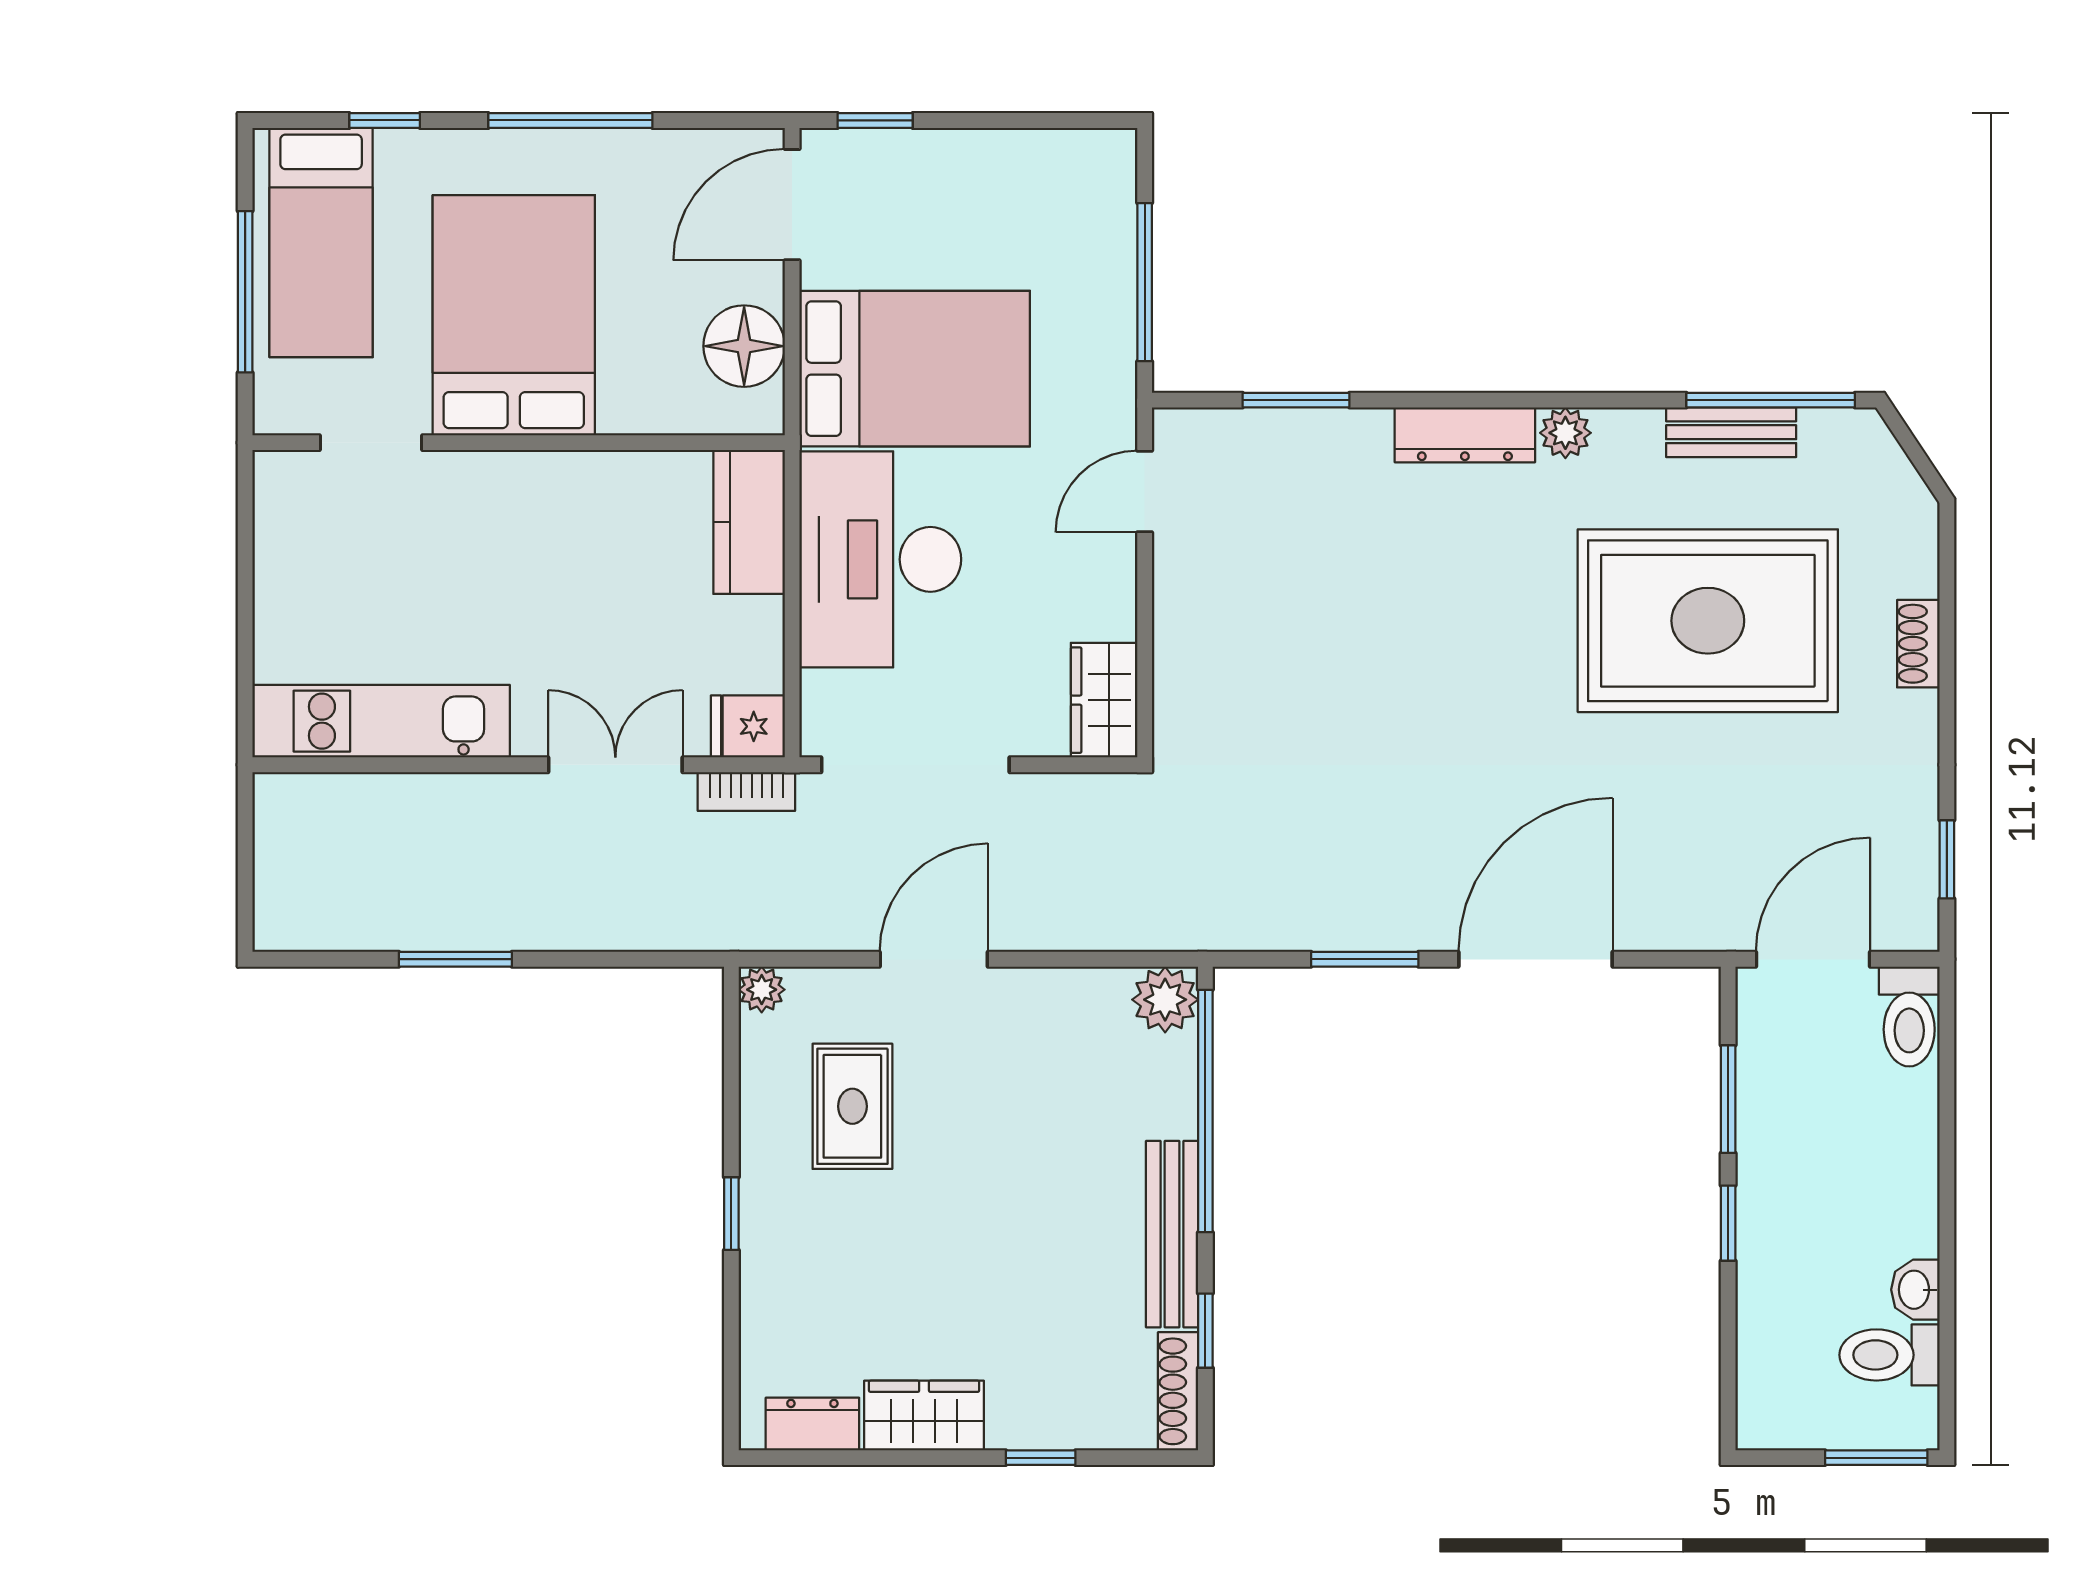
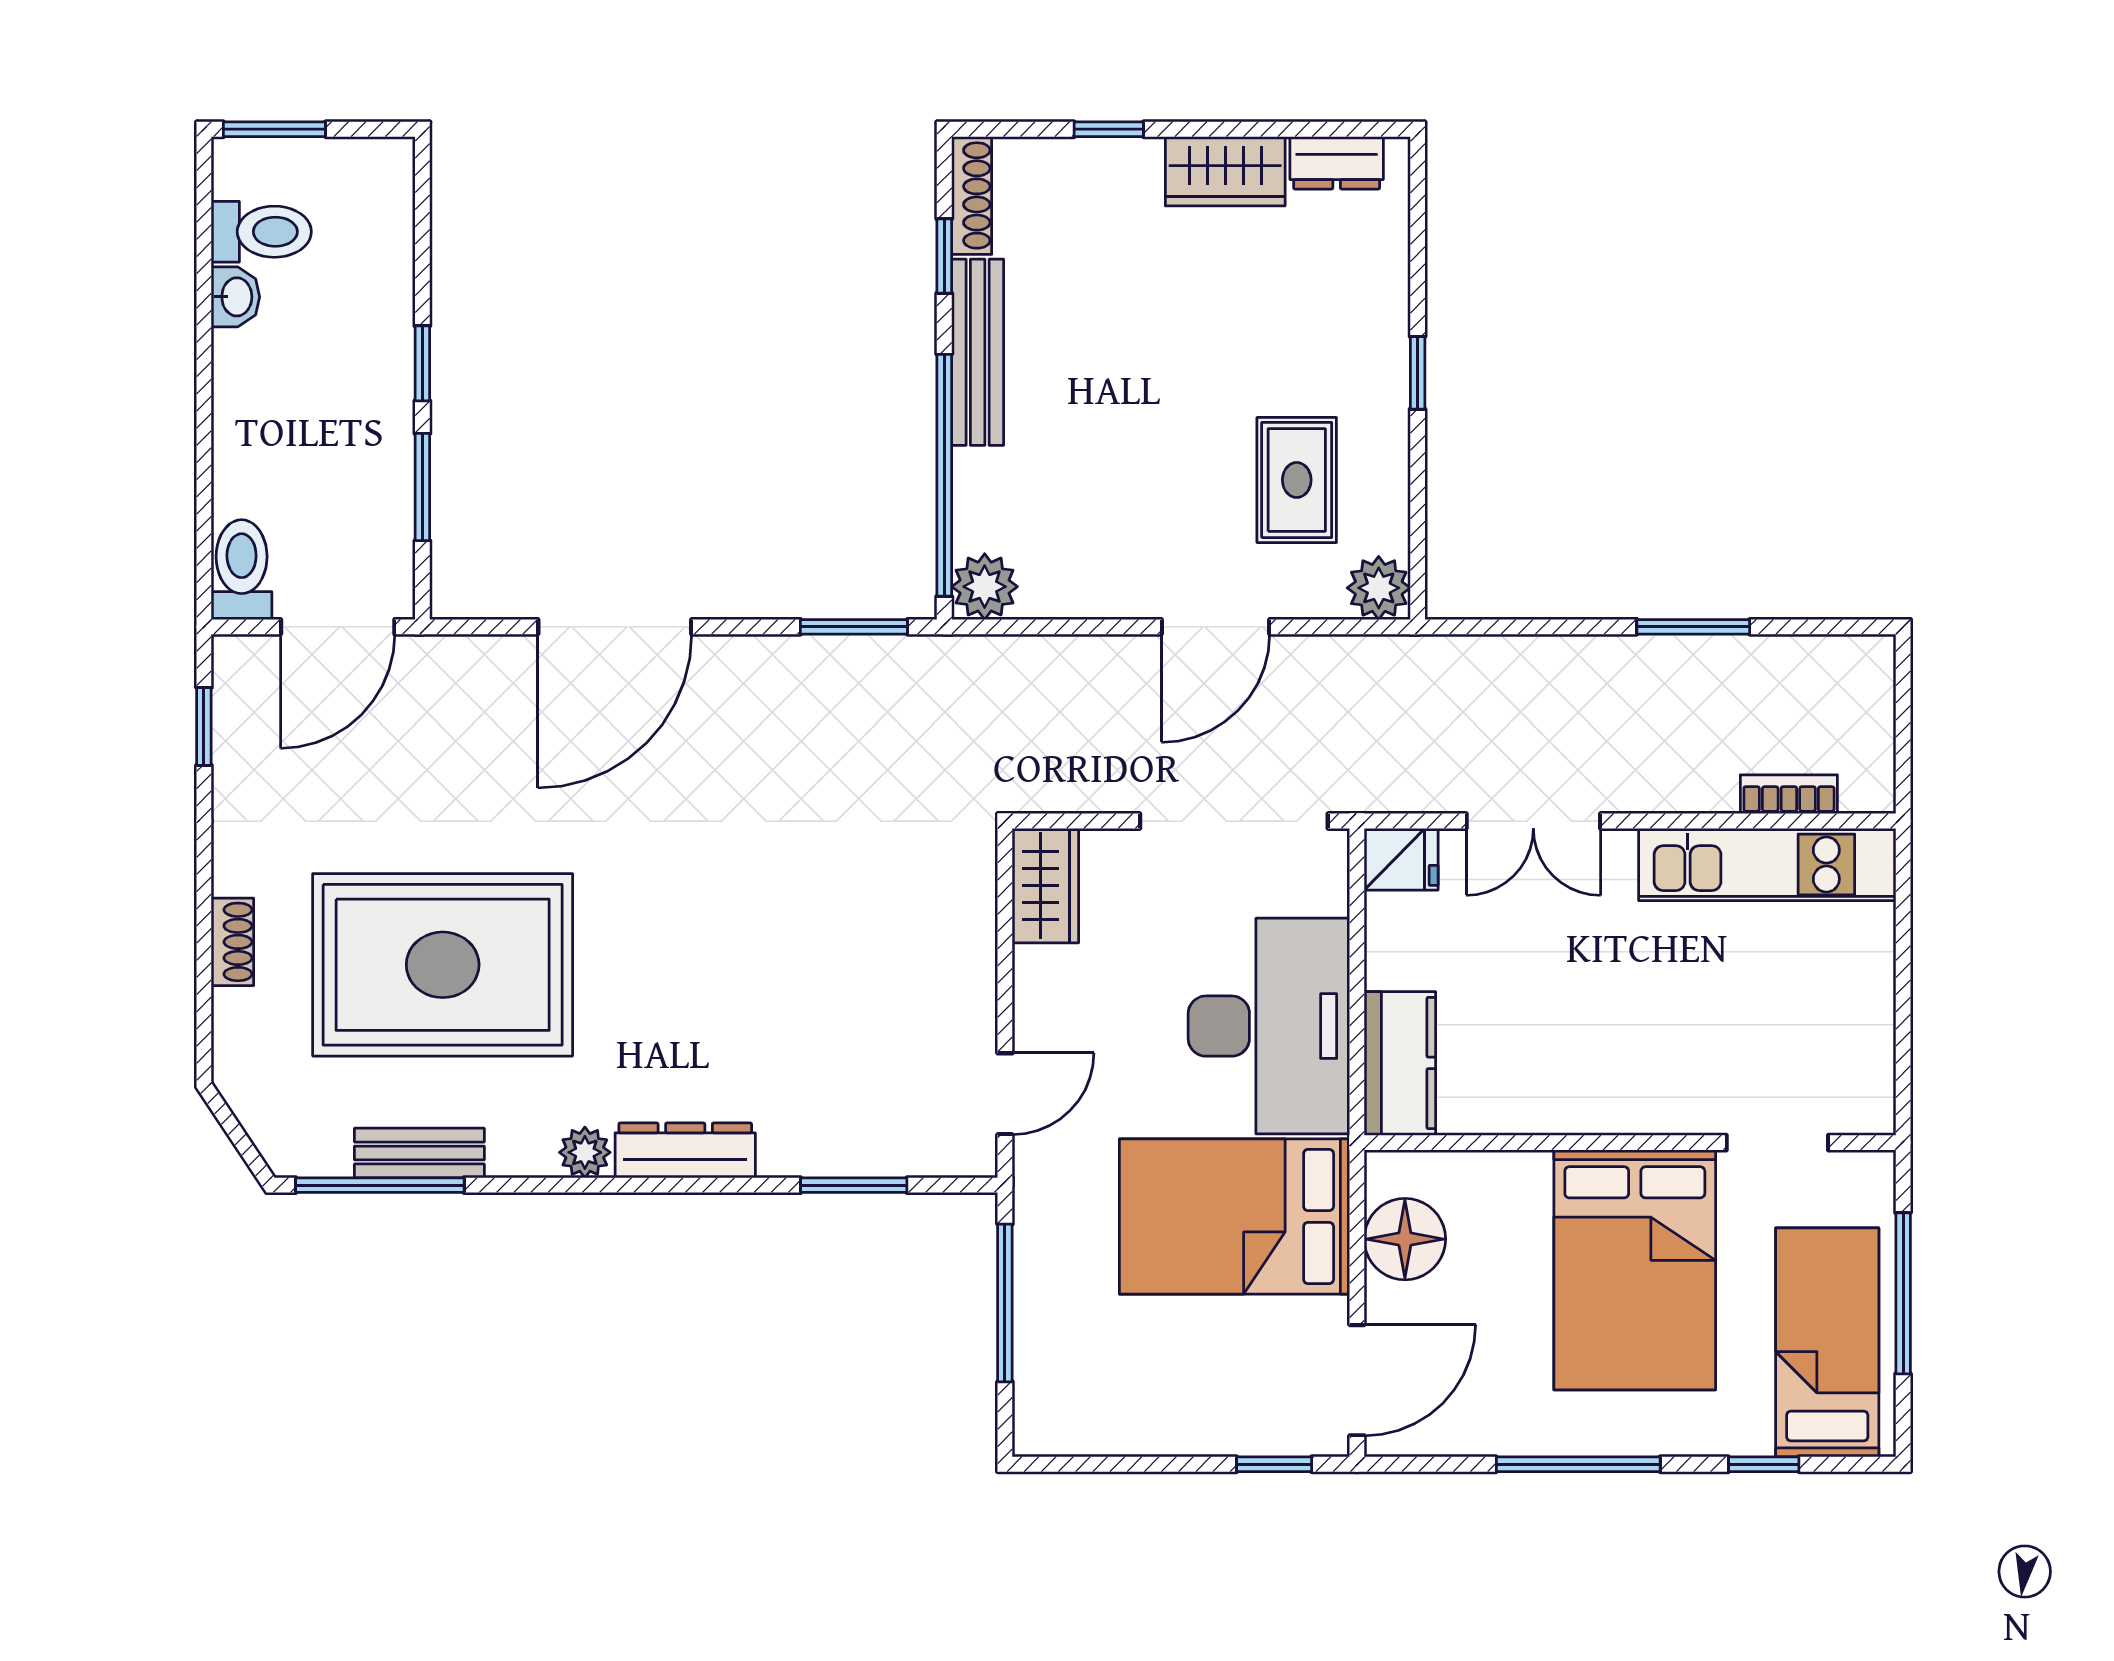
bookcase: (746, 791) -> (1789, 794), moved
window: (1365, 959) -> (854, 627), moved
plant: (762, 990) -> (1379, 588), width x1.38, depth x1.38

